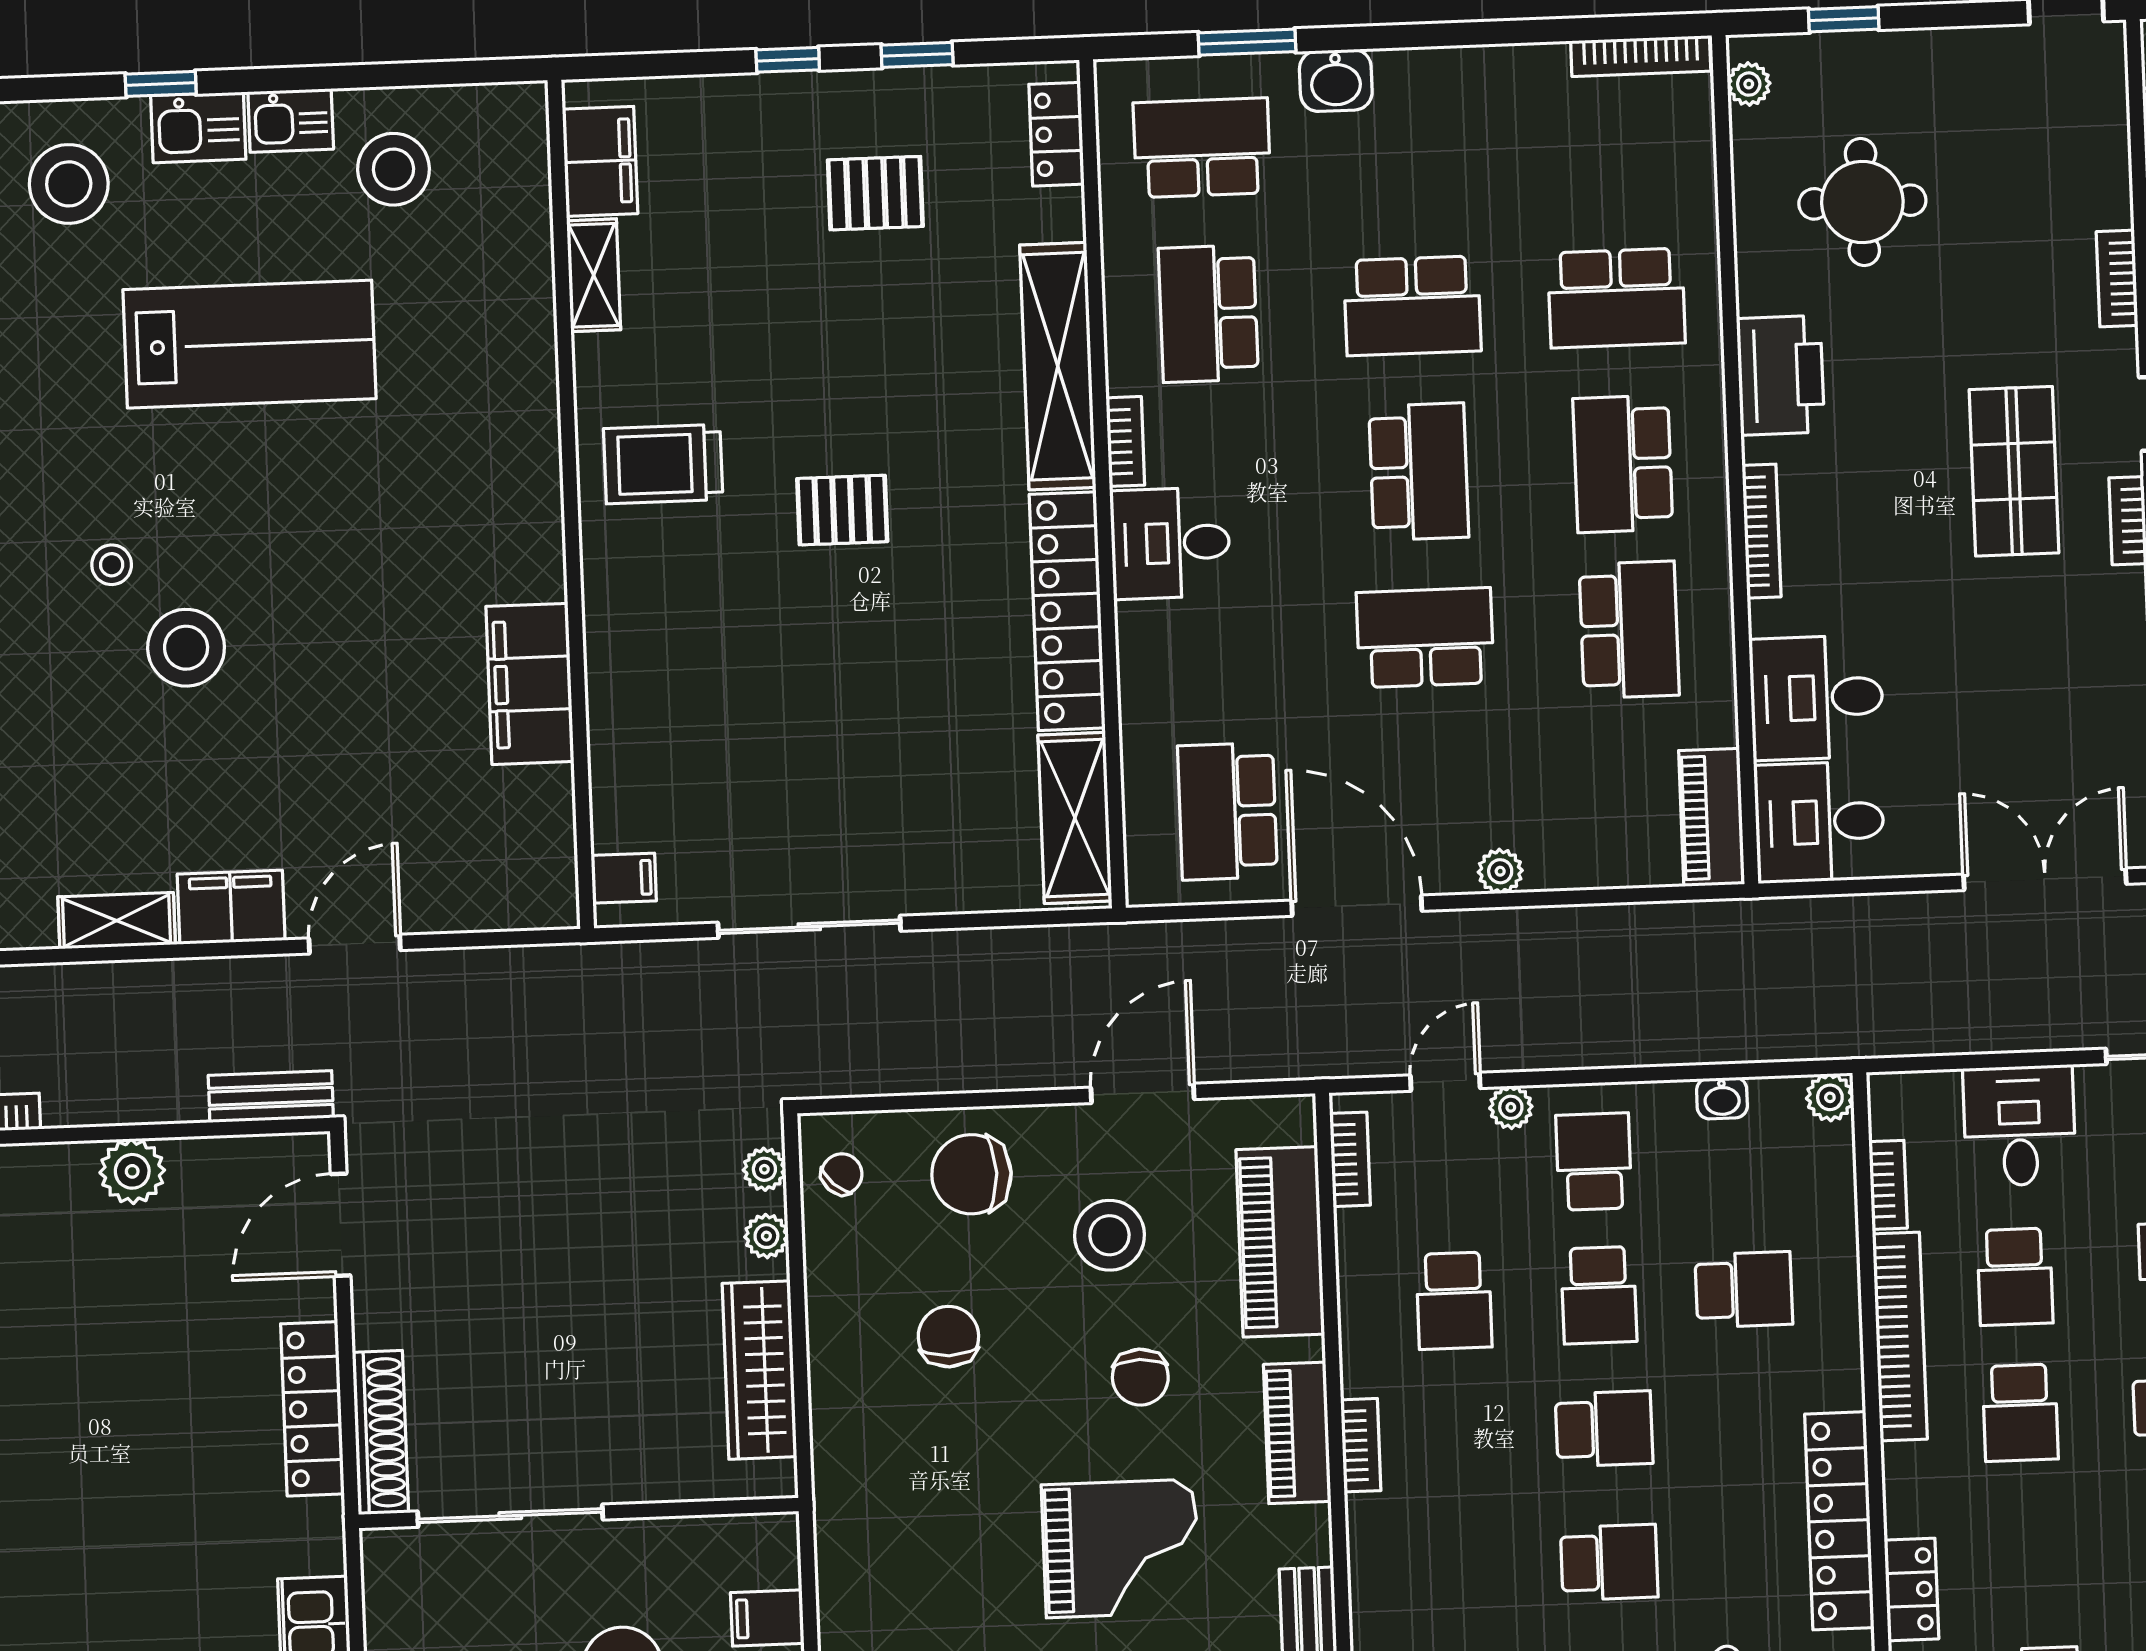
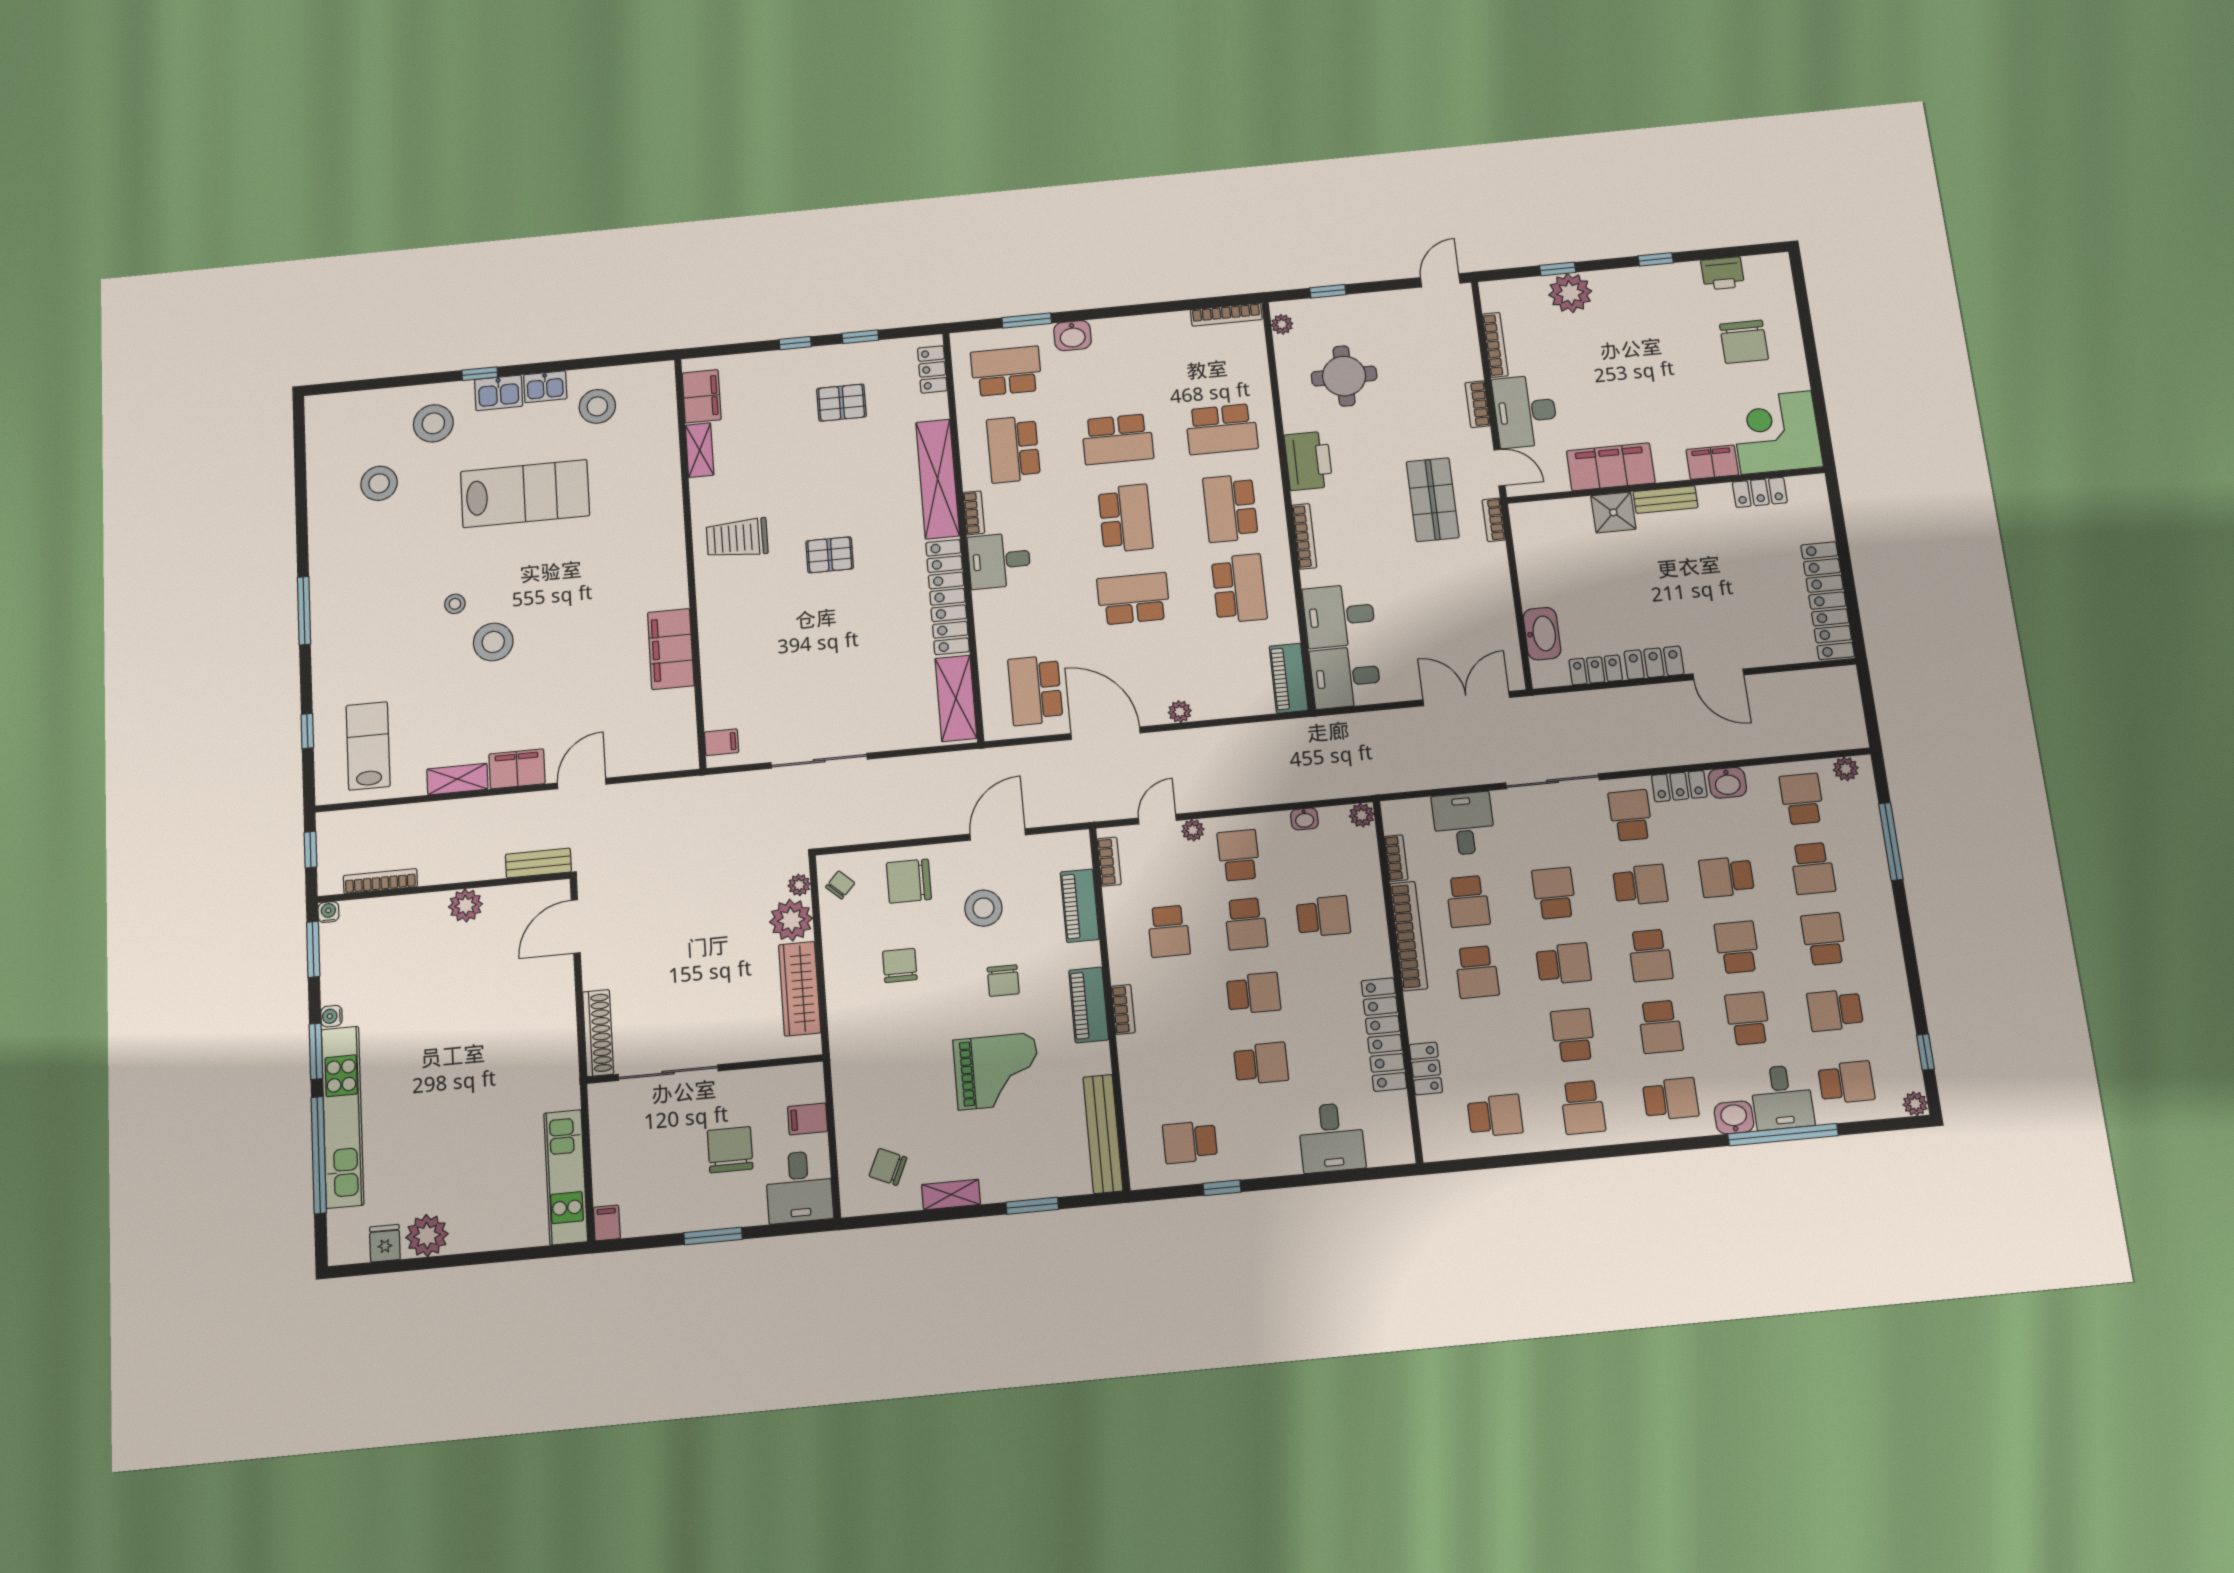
plant: (766, 1236) -> (791, 920), width x1.88, depth x1.88
piano: (1280, 1242) -> (1080, 906), width x0.73, depth x0.75
locker: (312, 1409) -> (562, 1023), removed

